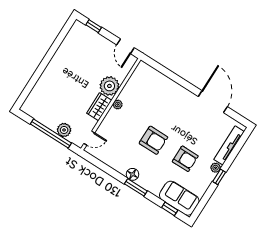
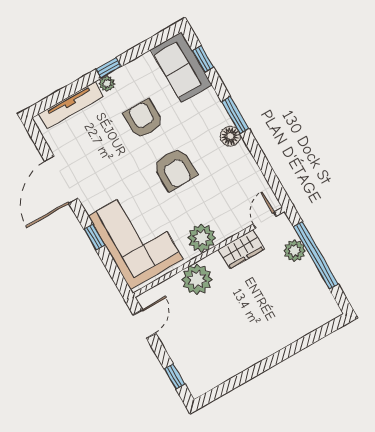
window: (178, 80) -> (94, 237), added
corner sofa: (155, 91) -> (136, 238), added
plant: (118, 104) -> (202, 238), width x1.88, depth x1.88
wardrobe: (99, 107) -> (241, 249), moved
door: (89, 138) -> (265, 220), hinge flipped
armchair: (153, 140) -> (175, 169), turned 180

